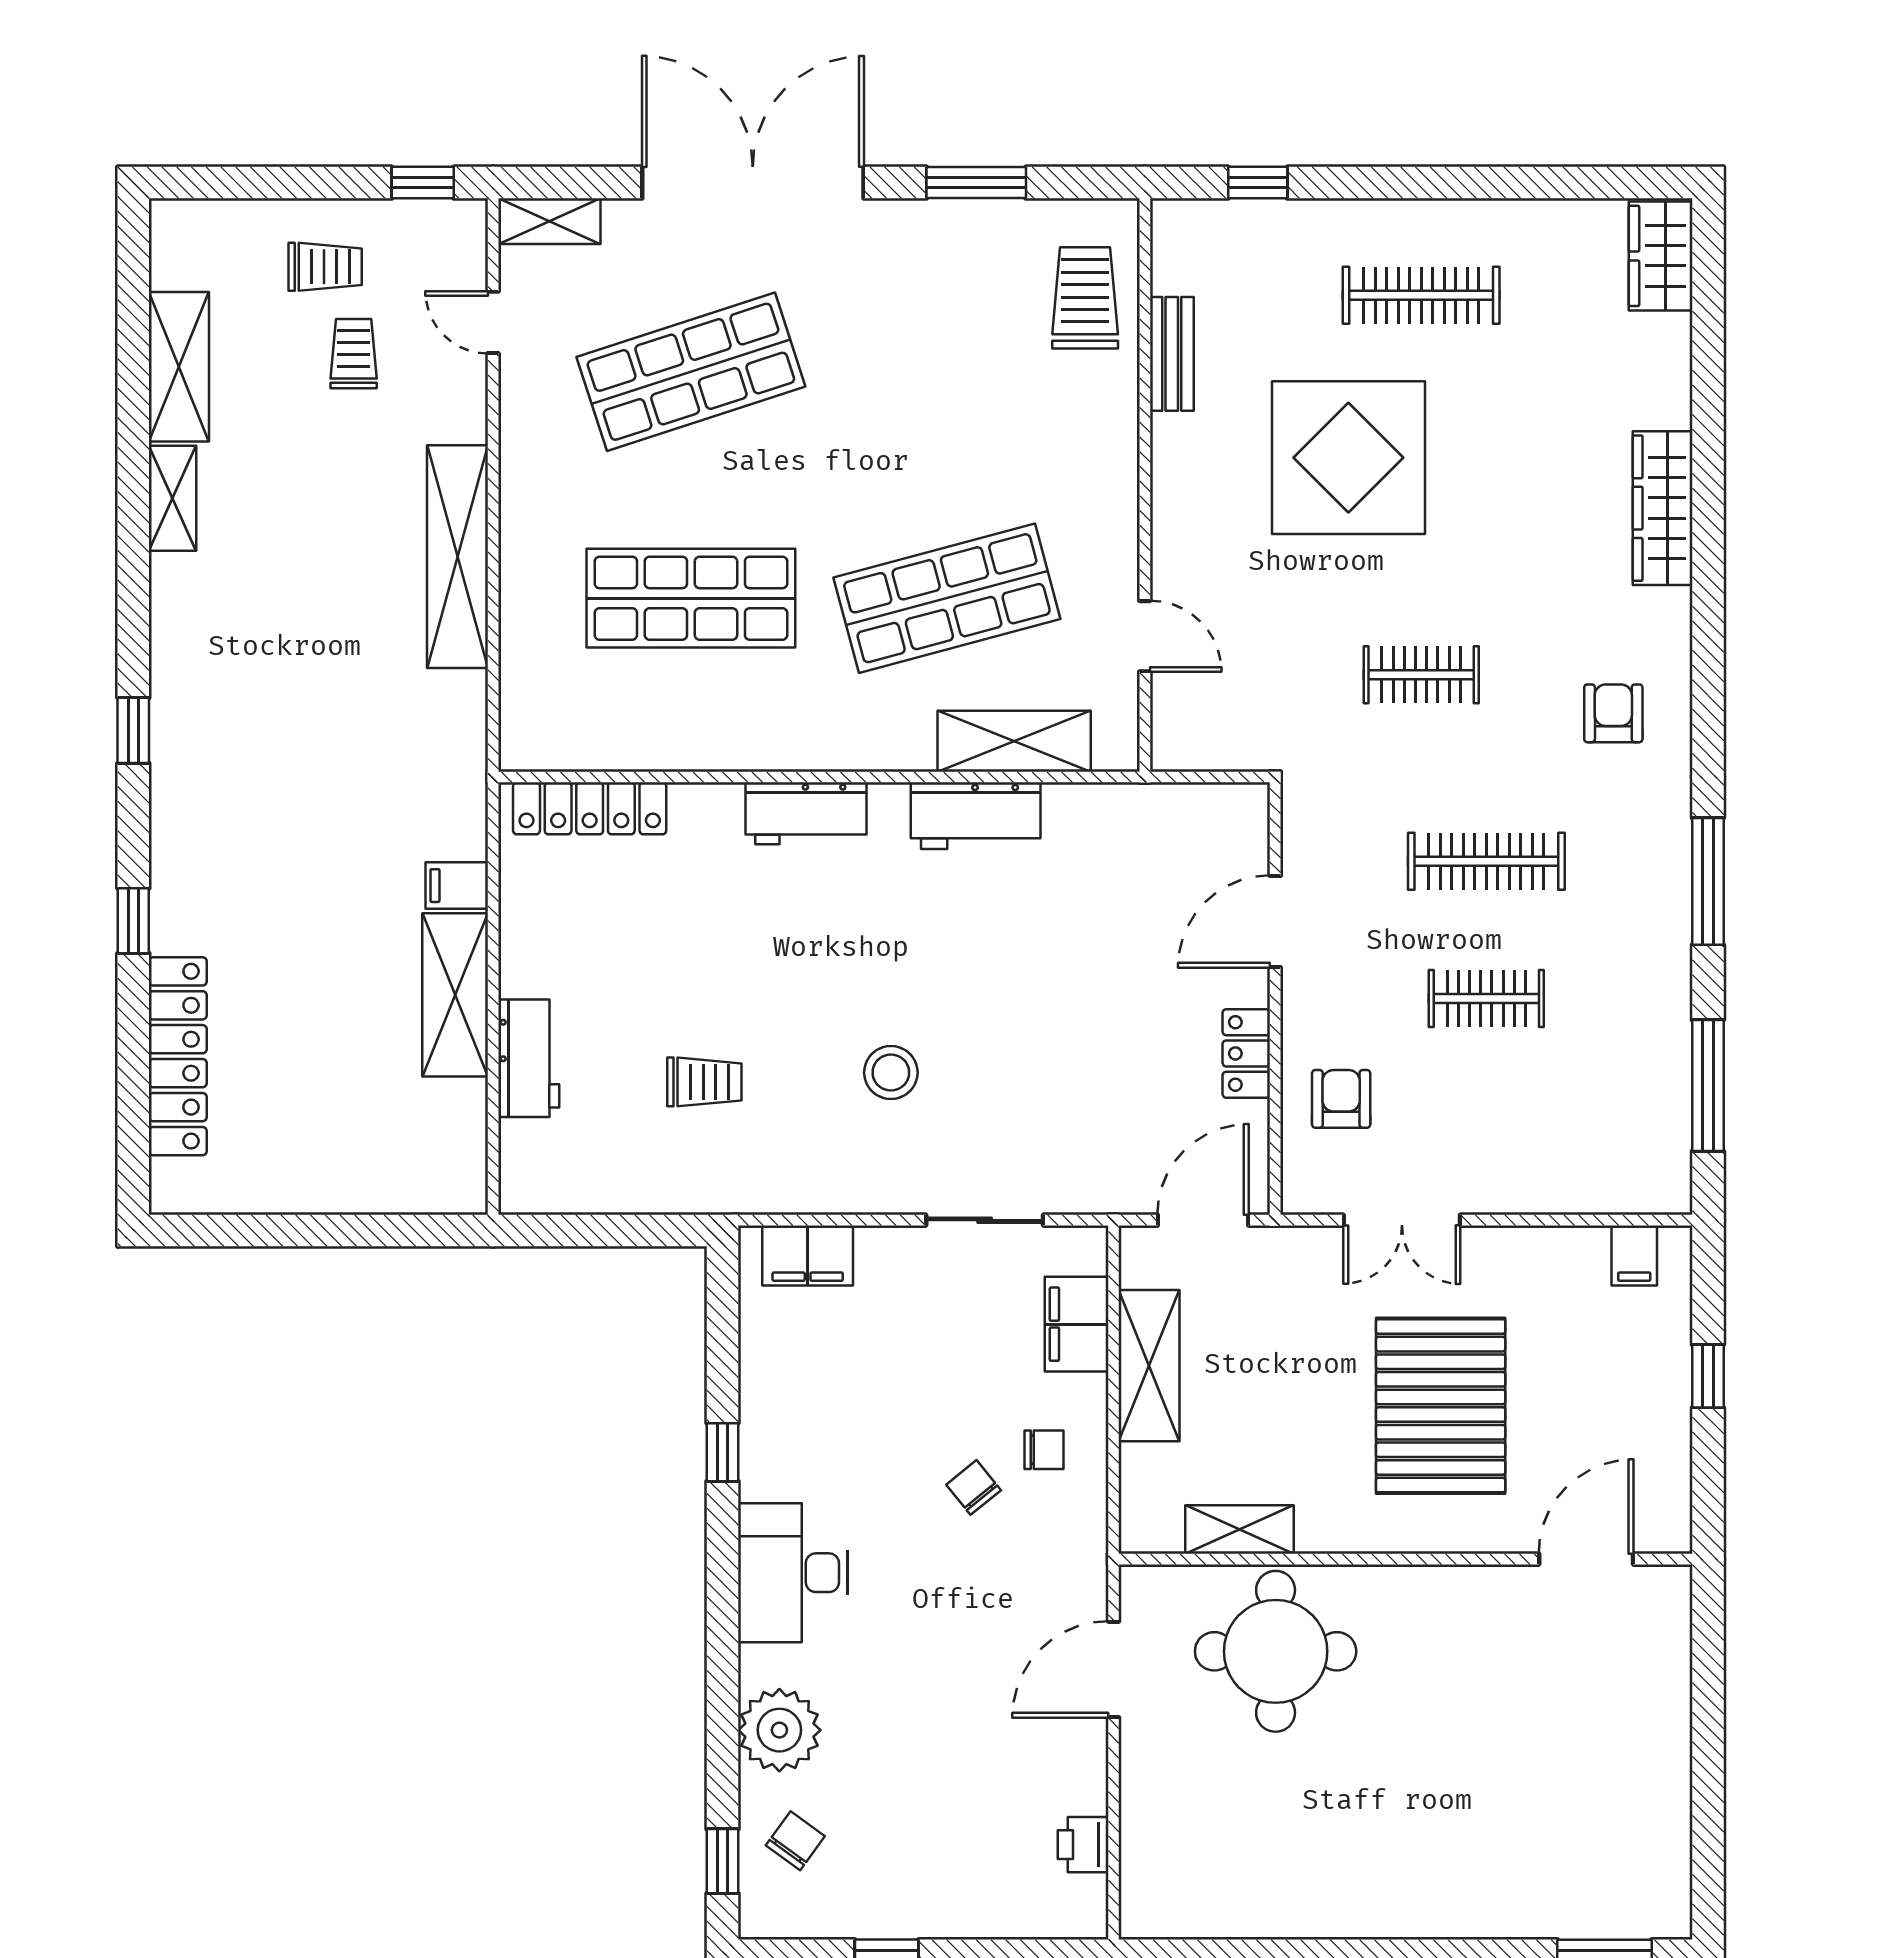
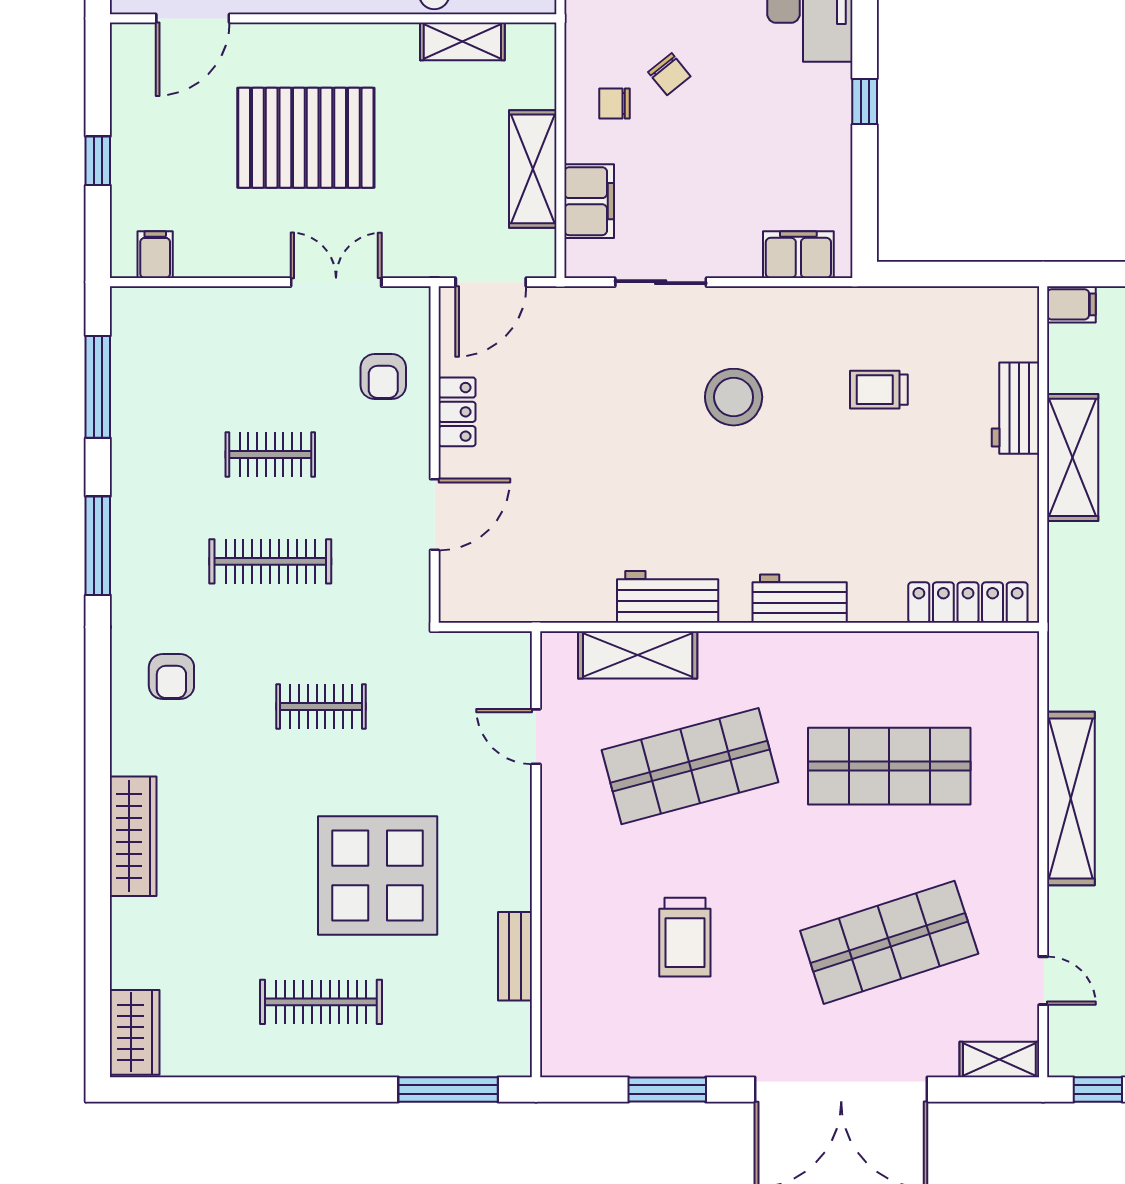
window: (1258, 183) -> (448, 1090), width x2.17
trolley: (1085, 298) -> (685, 937), moved
filing cabinet: (457, 886) -> (1071, 304), moved
stool: (891, 1073) -> (734, 397), width x1.38, depth x1.38
pallet: (1441, 1406) -> (306, 138), turned 90

